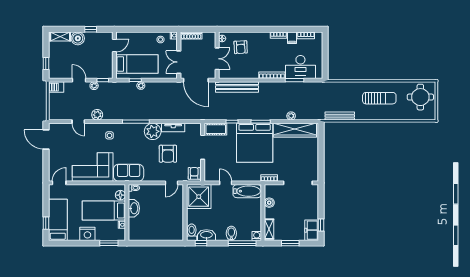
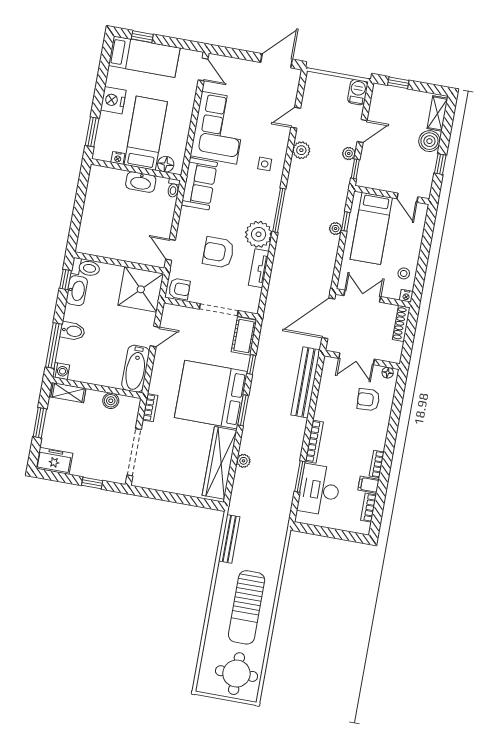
sun lounger: (379, 98) -> (247, 607), width x1.36, depth x1.34
window: (321, 225) -> (92, 483), moved

